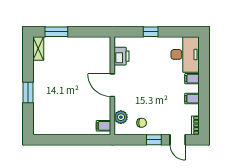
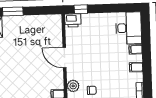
window: (151, 32) -> (81, 9), moved
printer: (122, 56) -> (73, 20), moved, turned 90

